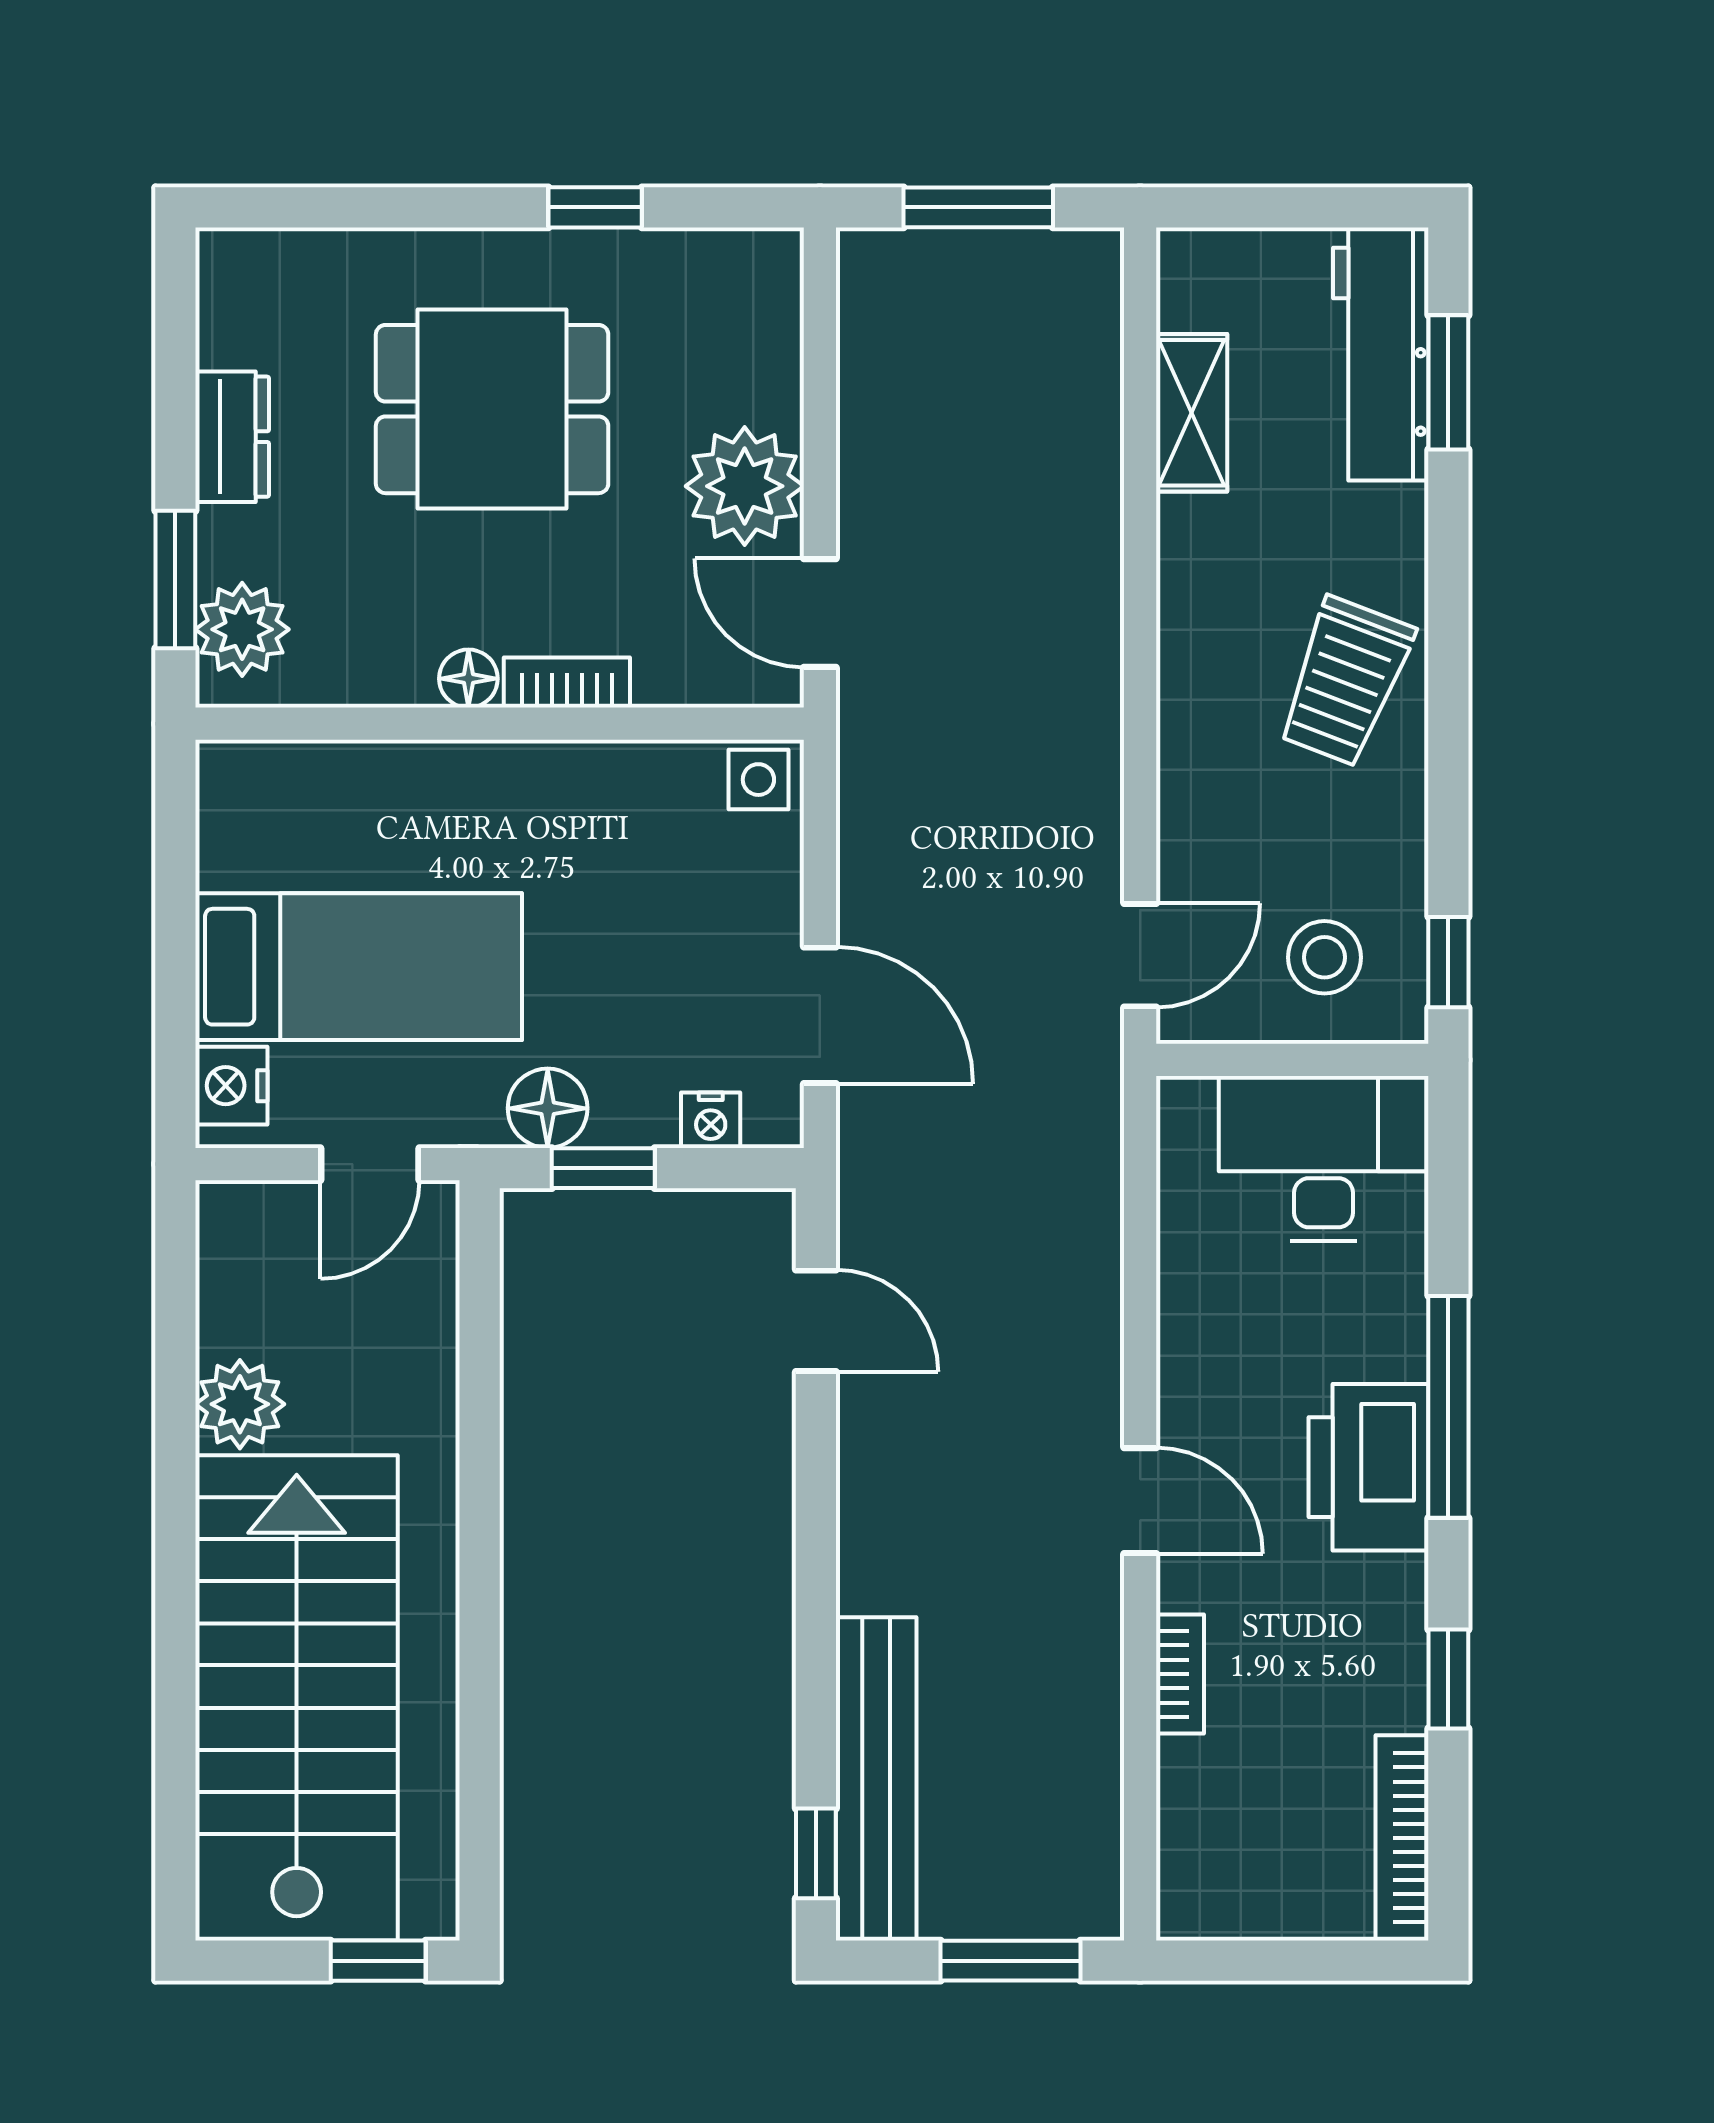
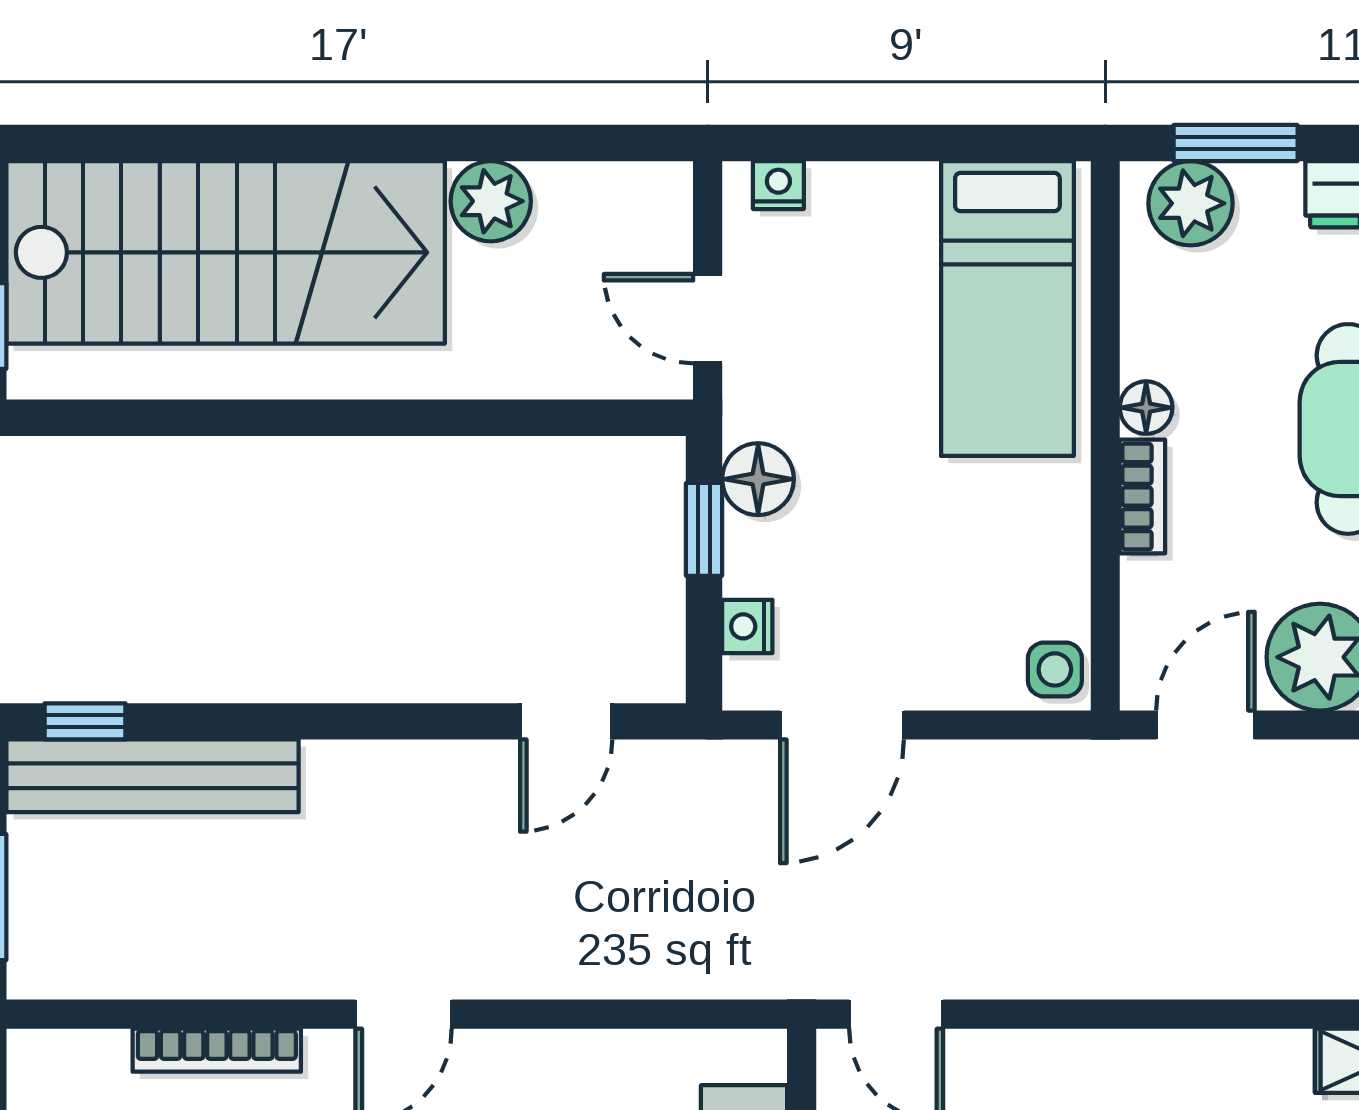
bed: (359, 967) -> (1007, 309), moved
nightstand: (231, 1086) -> (778, 185), width x0.72, depth x0.74
bookcase: (1180, 1674) -> (217, 1050), width x1.56

